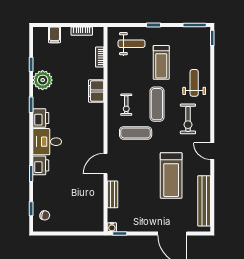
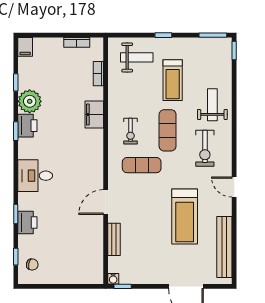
filing cabinet: (54, 35) -> (25, 47), moved
printer: (41, 118) -> (27, 126), moved
printer: (41, 165) -> (27, 223), moved

